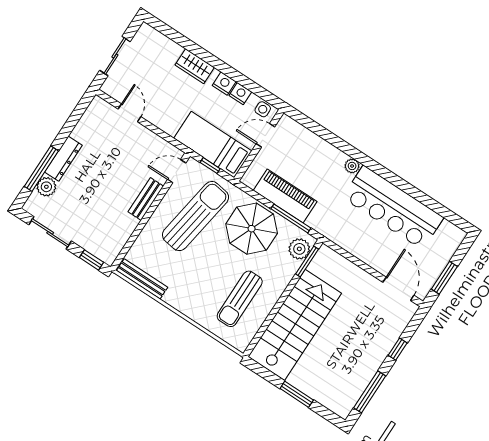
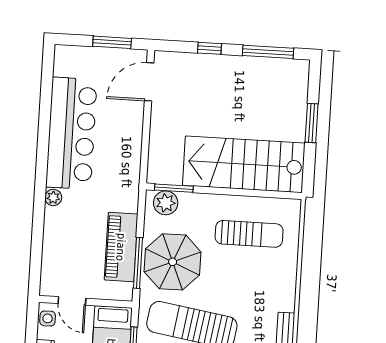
window: (291, 218) -> (138, 263), moved

